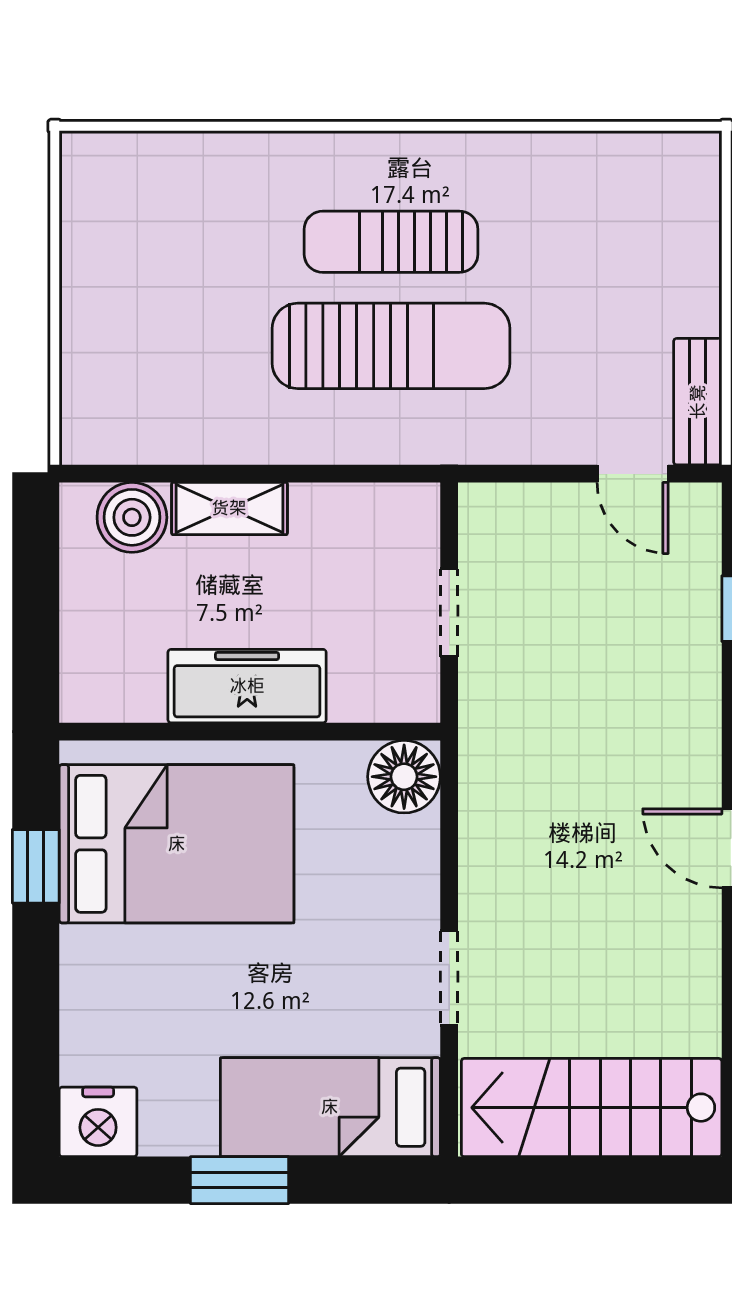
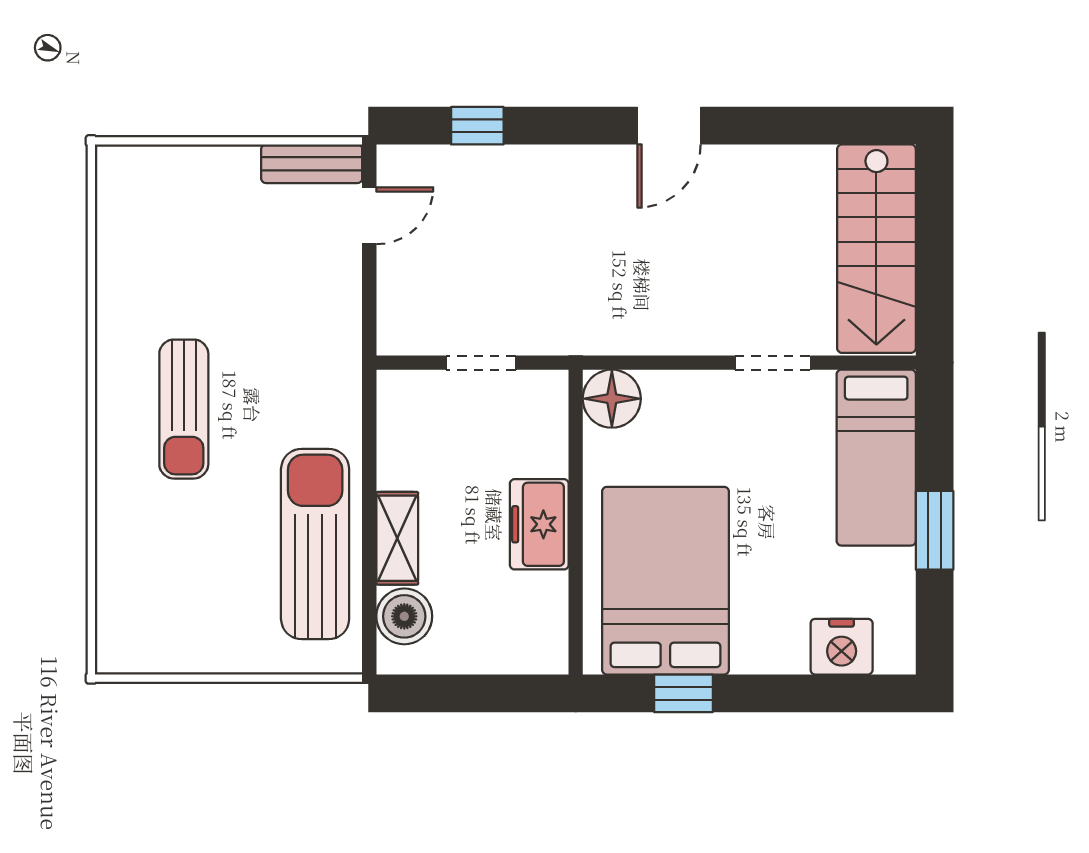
sun lounger: (391, 346) -> (315, 544), moved
freezer: (247, 686) -> (539, 524), width x0.71
nightstand: (98, 1122) -> (842, 647), moved, turned 90

